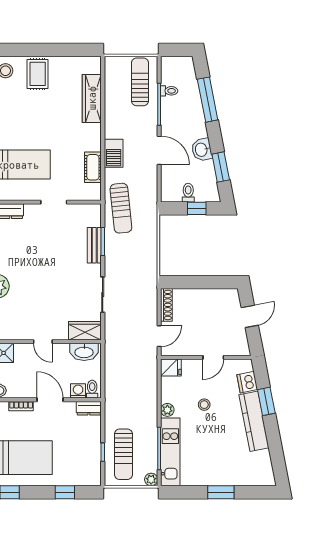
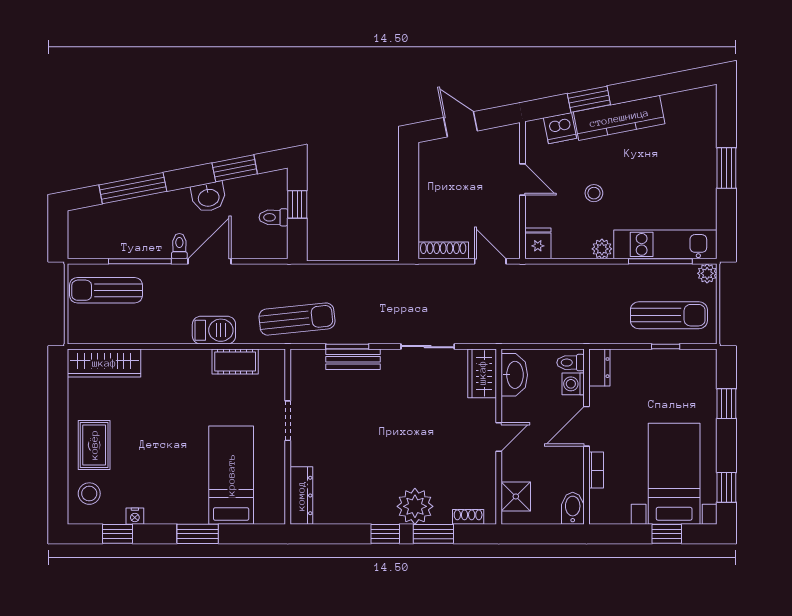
rug: (38, 74) -> (94, 445), turned 90
toilet: (169, 91) -> (179, 246), moved
wardrobe: (92, 98) -> (104, 363), moved

